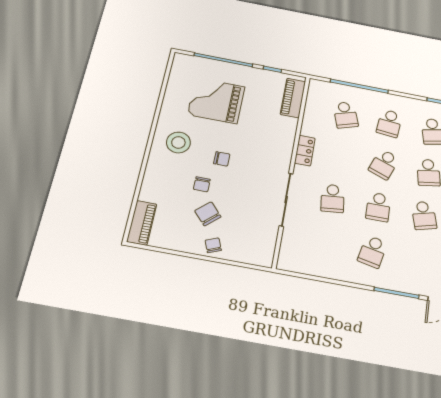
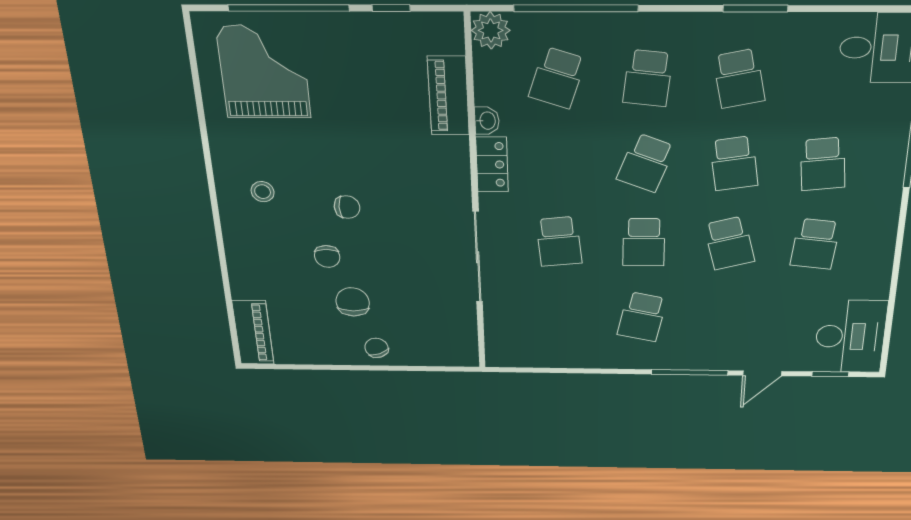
plant: (317, 88) -> (491, 30), added
piano: (293, 98) -> (448, 96), moved
grand piano: (216, 101) -> (264, 72), moved, turned 90
school desk: (345, 115) -> (557, 78), turned 36
washbasin: (307, 128) -> (487, 121), added
stool: (178, 142) -> (263, 192), width x0.53, depth x0.53
chair: (208, 214) -> (353, 302), turned 42

